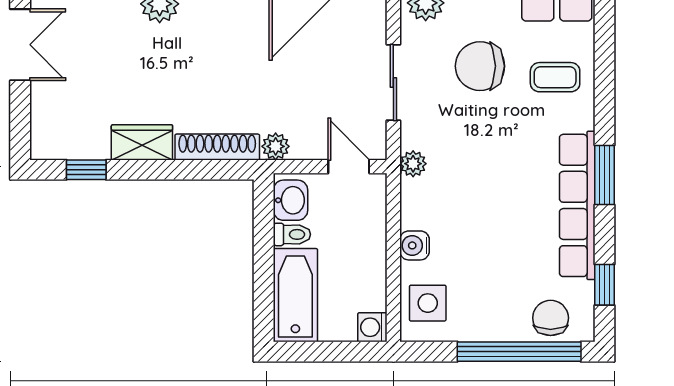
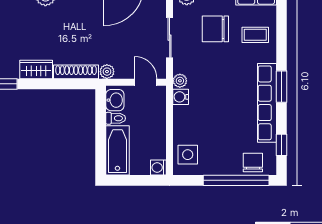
water cooler: (415, 245) -> (181, 97), moved

